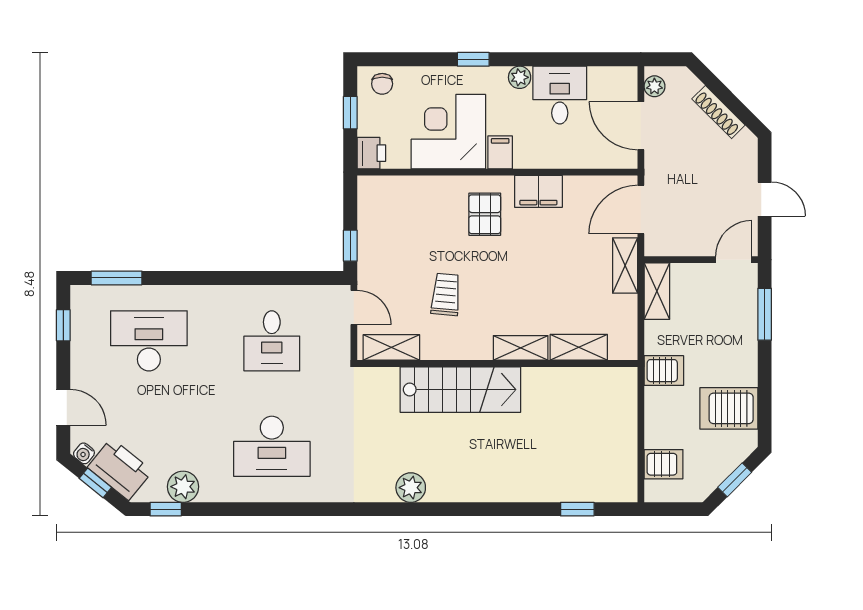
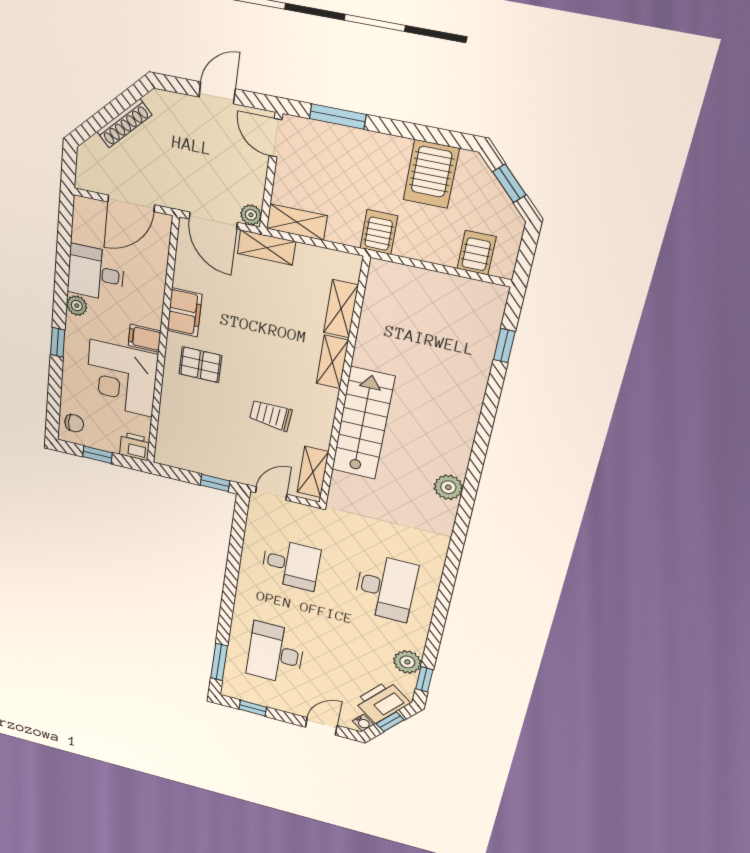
plant: (654, 86) -> (251, 215), moved

